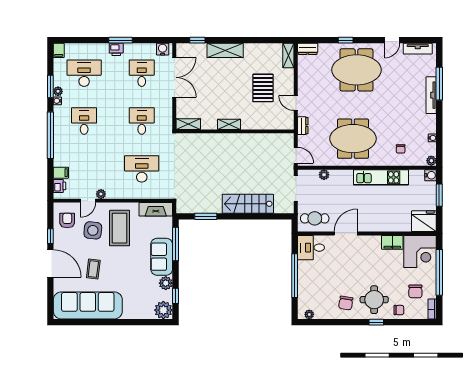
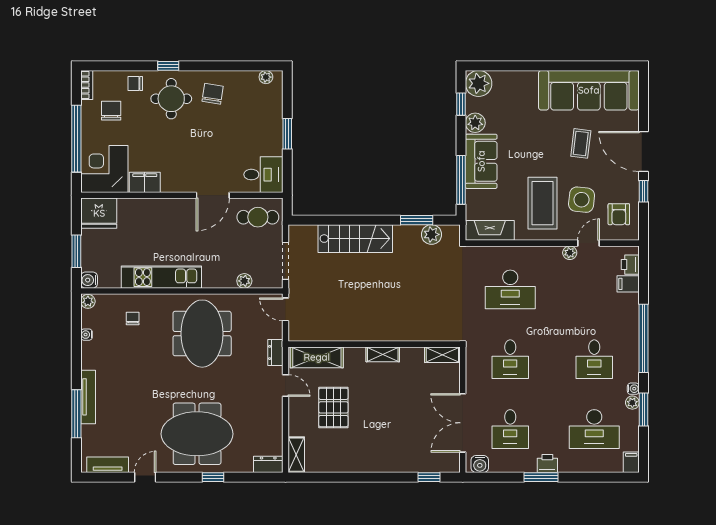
shelving: (225, 50) -> (317, 357), moved
meeting table: (353, 139) -> (202, 334), turned 90
plant: (196, 207) -> (432, 234), added
window: (295, 276) -> (287, 134), width x0.47

